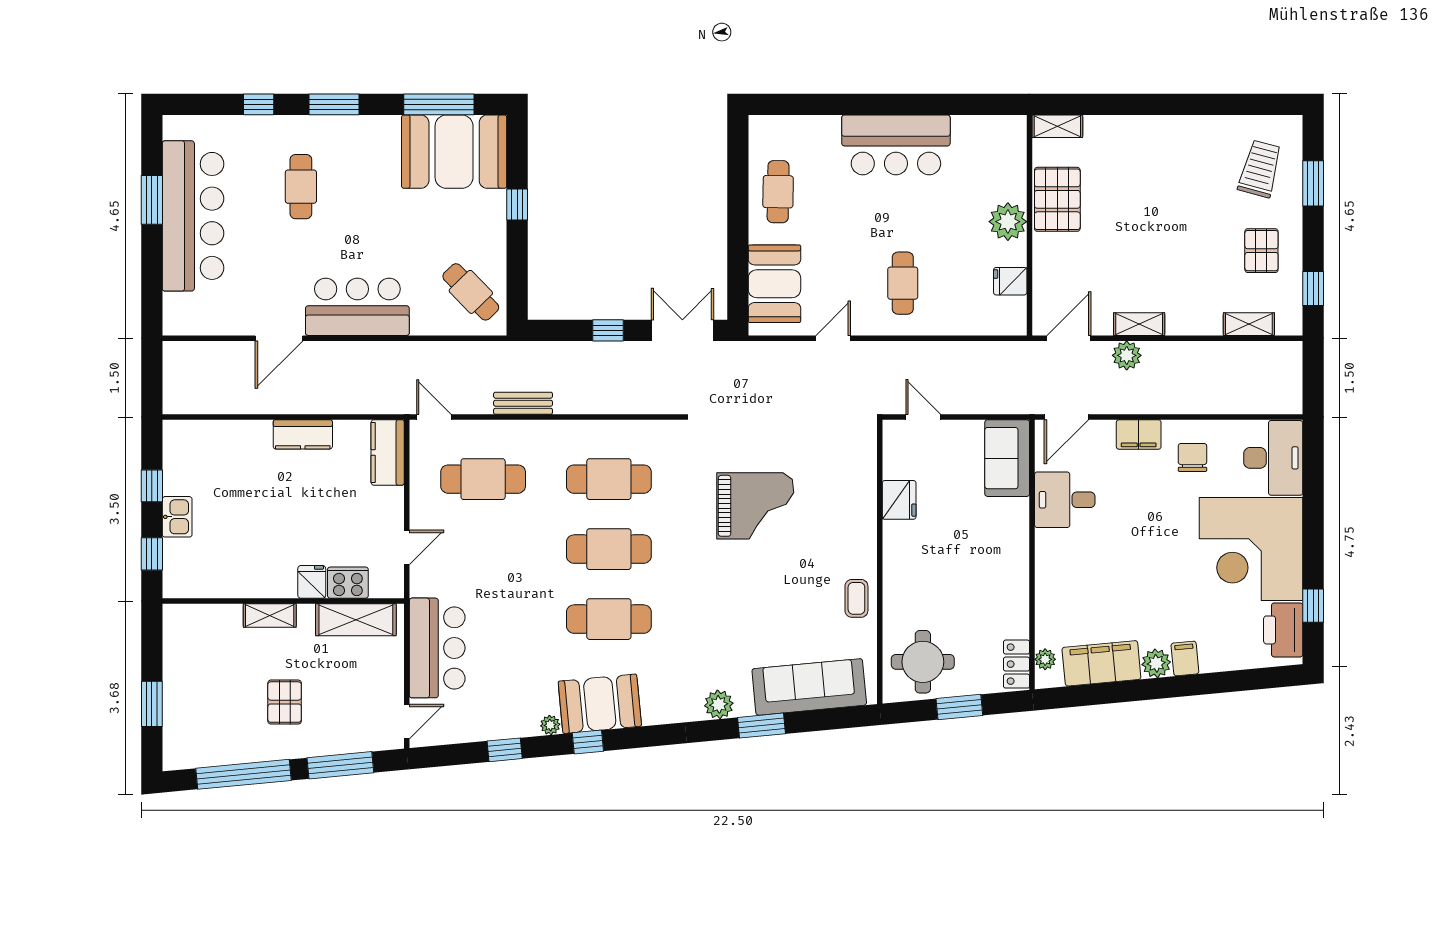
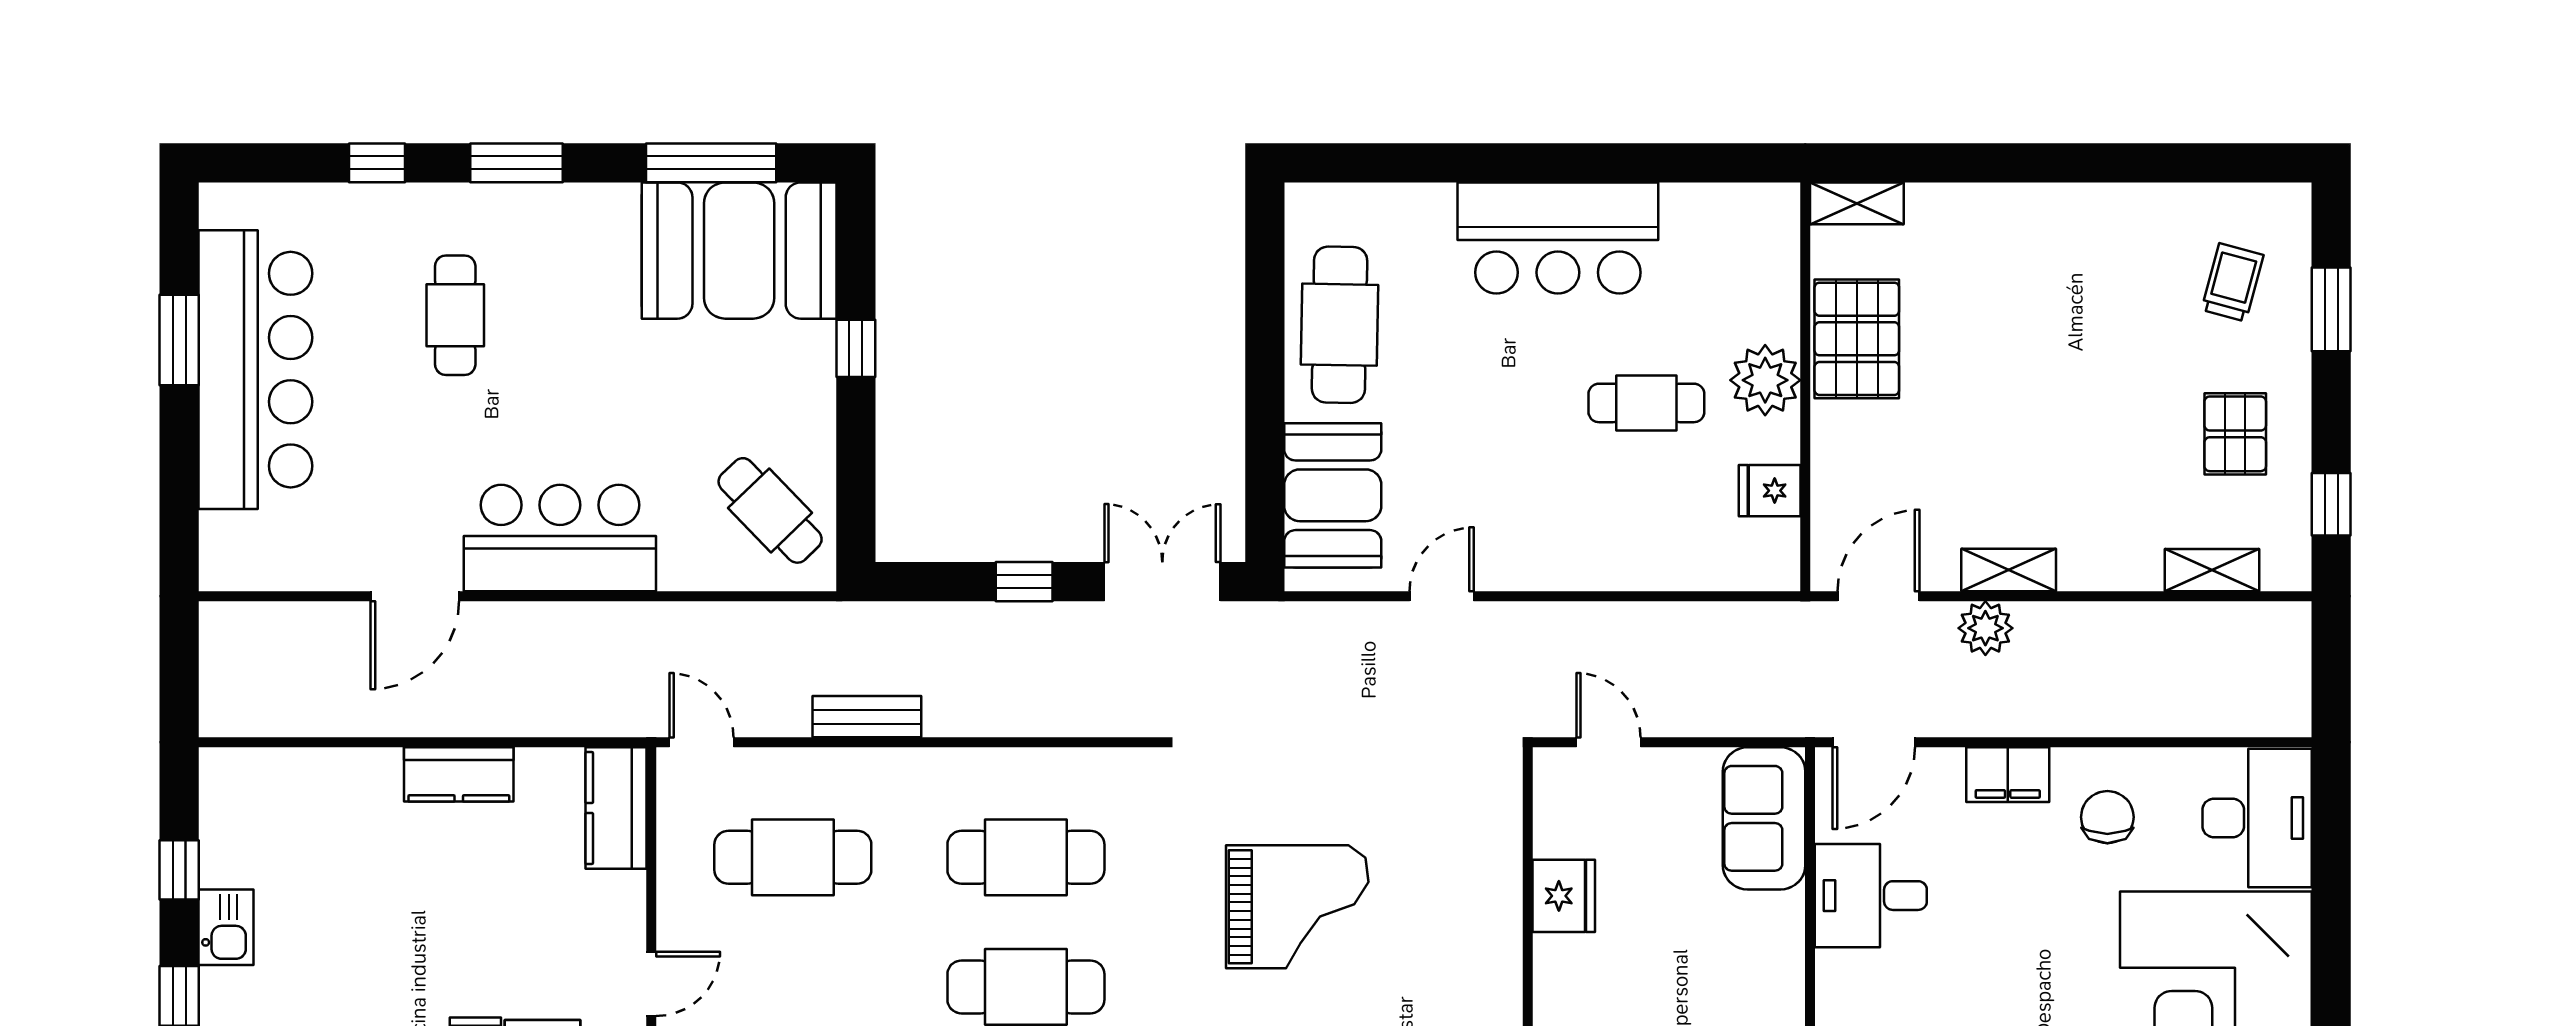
trolley: (1260, 169) -> (2232, 282), width x0.73, depth x0.72
cafe table: (778, 192) -> (1340, 325), width x1.37, depth x1.35
cafe table: (903, 283) -> (1646, 403), moved, turned 90

